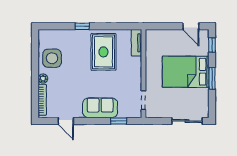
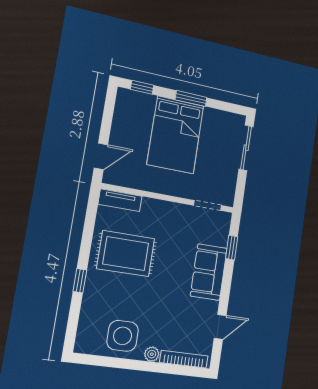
door: (191, 26) -> (101, 156), moved

